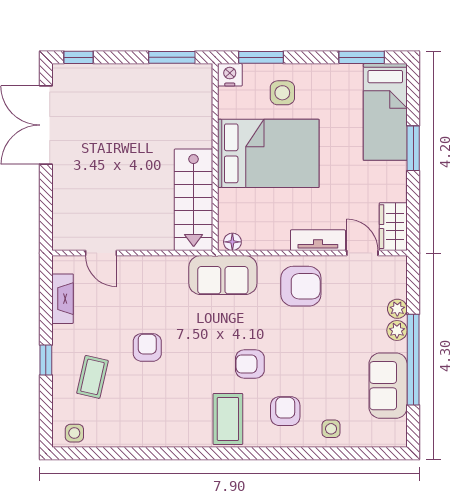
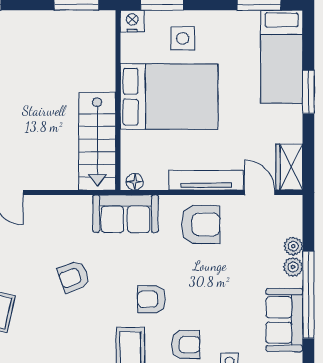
tv unit: (318, 240) -> (206, 180), width x1.41
armchair: (147, 347) -> (74, 277), moved, turned -110
armchair: (285, 411) -> (185, 345), turned 90

